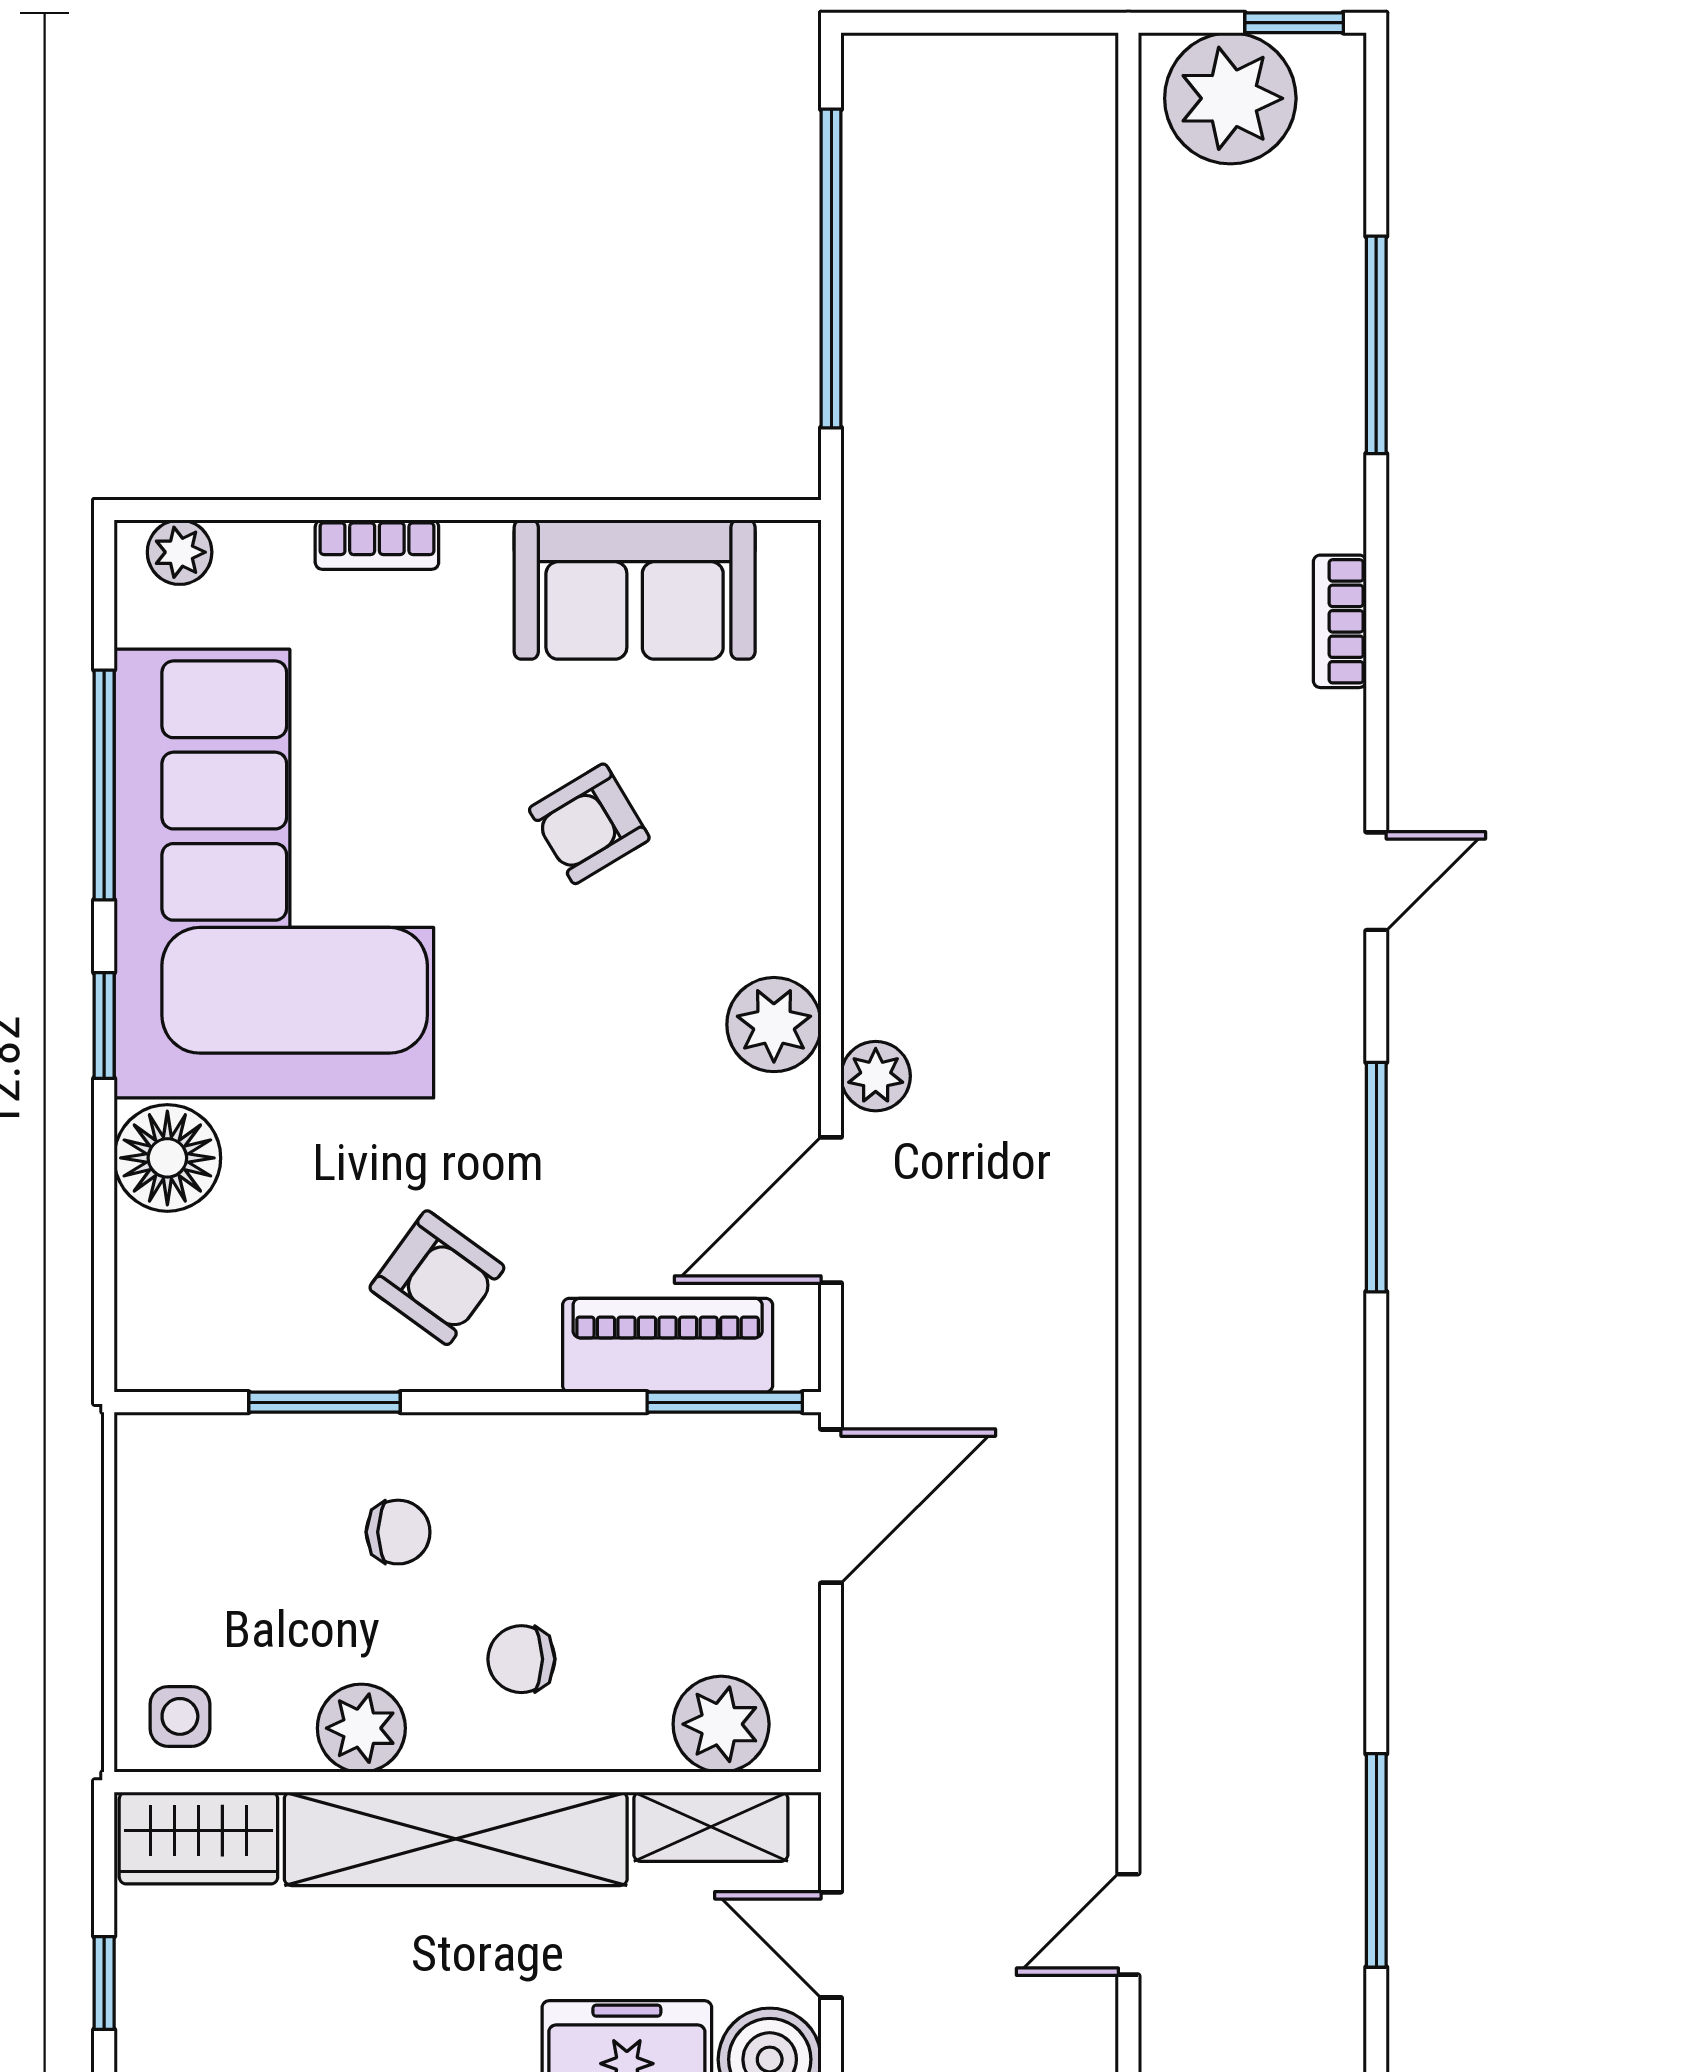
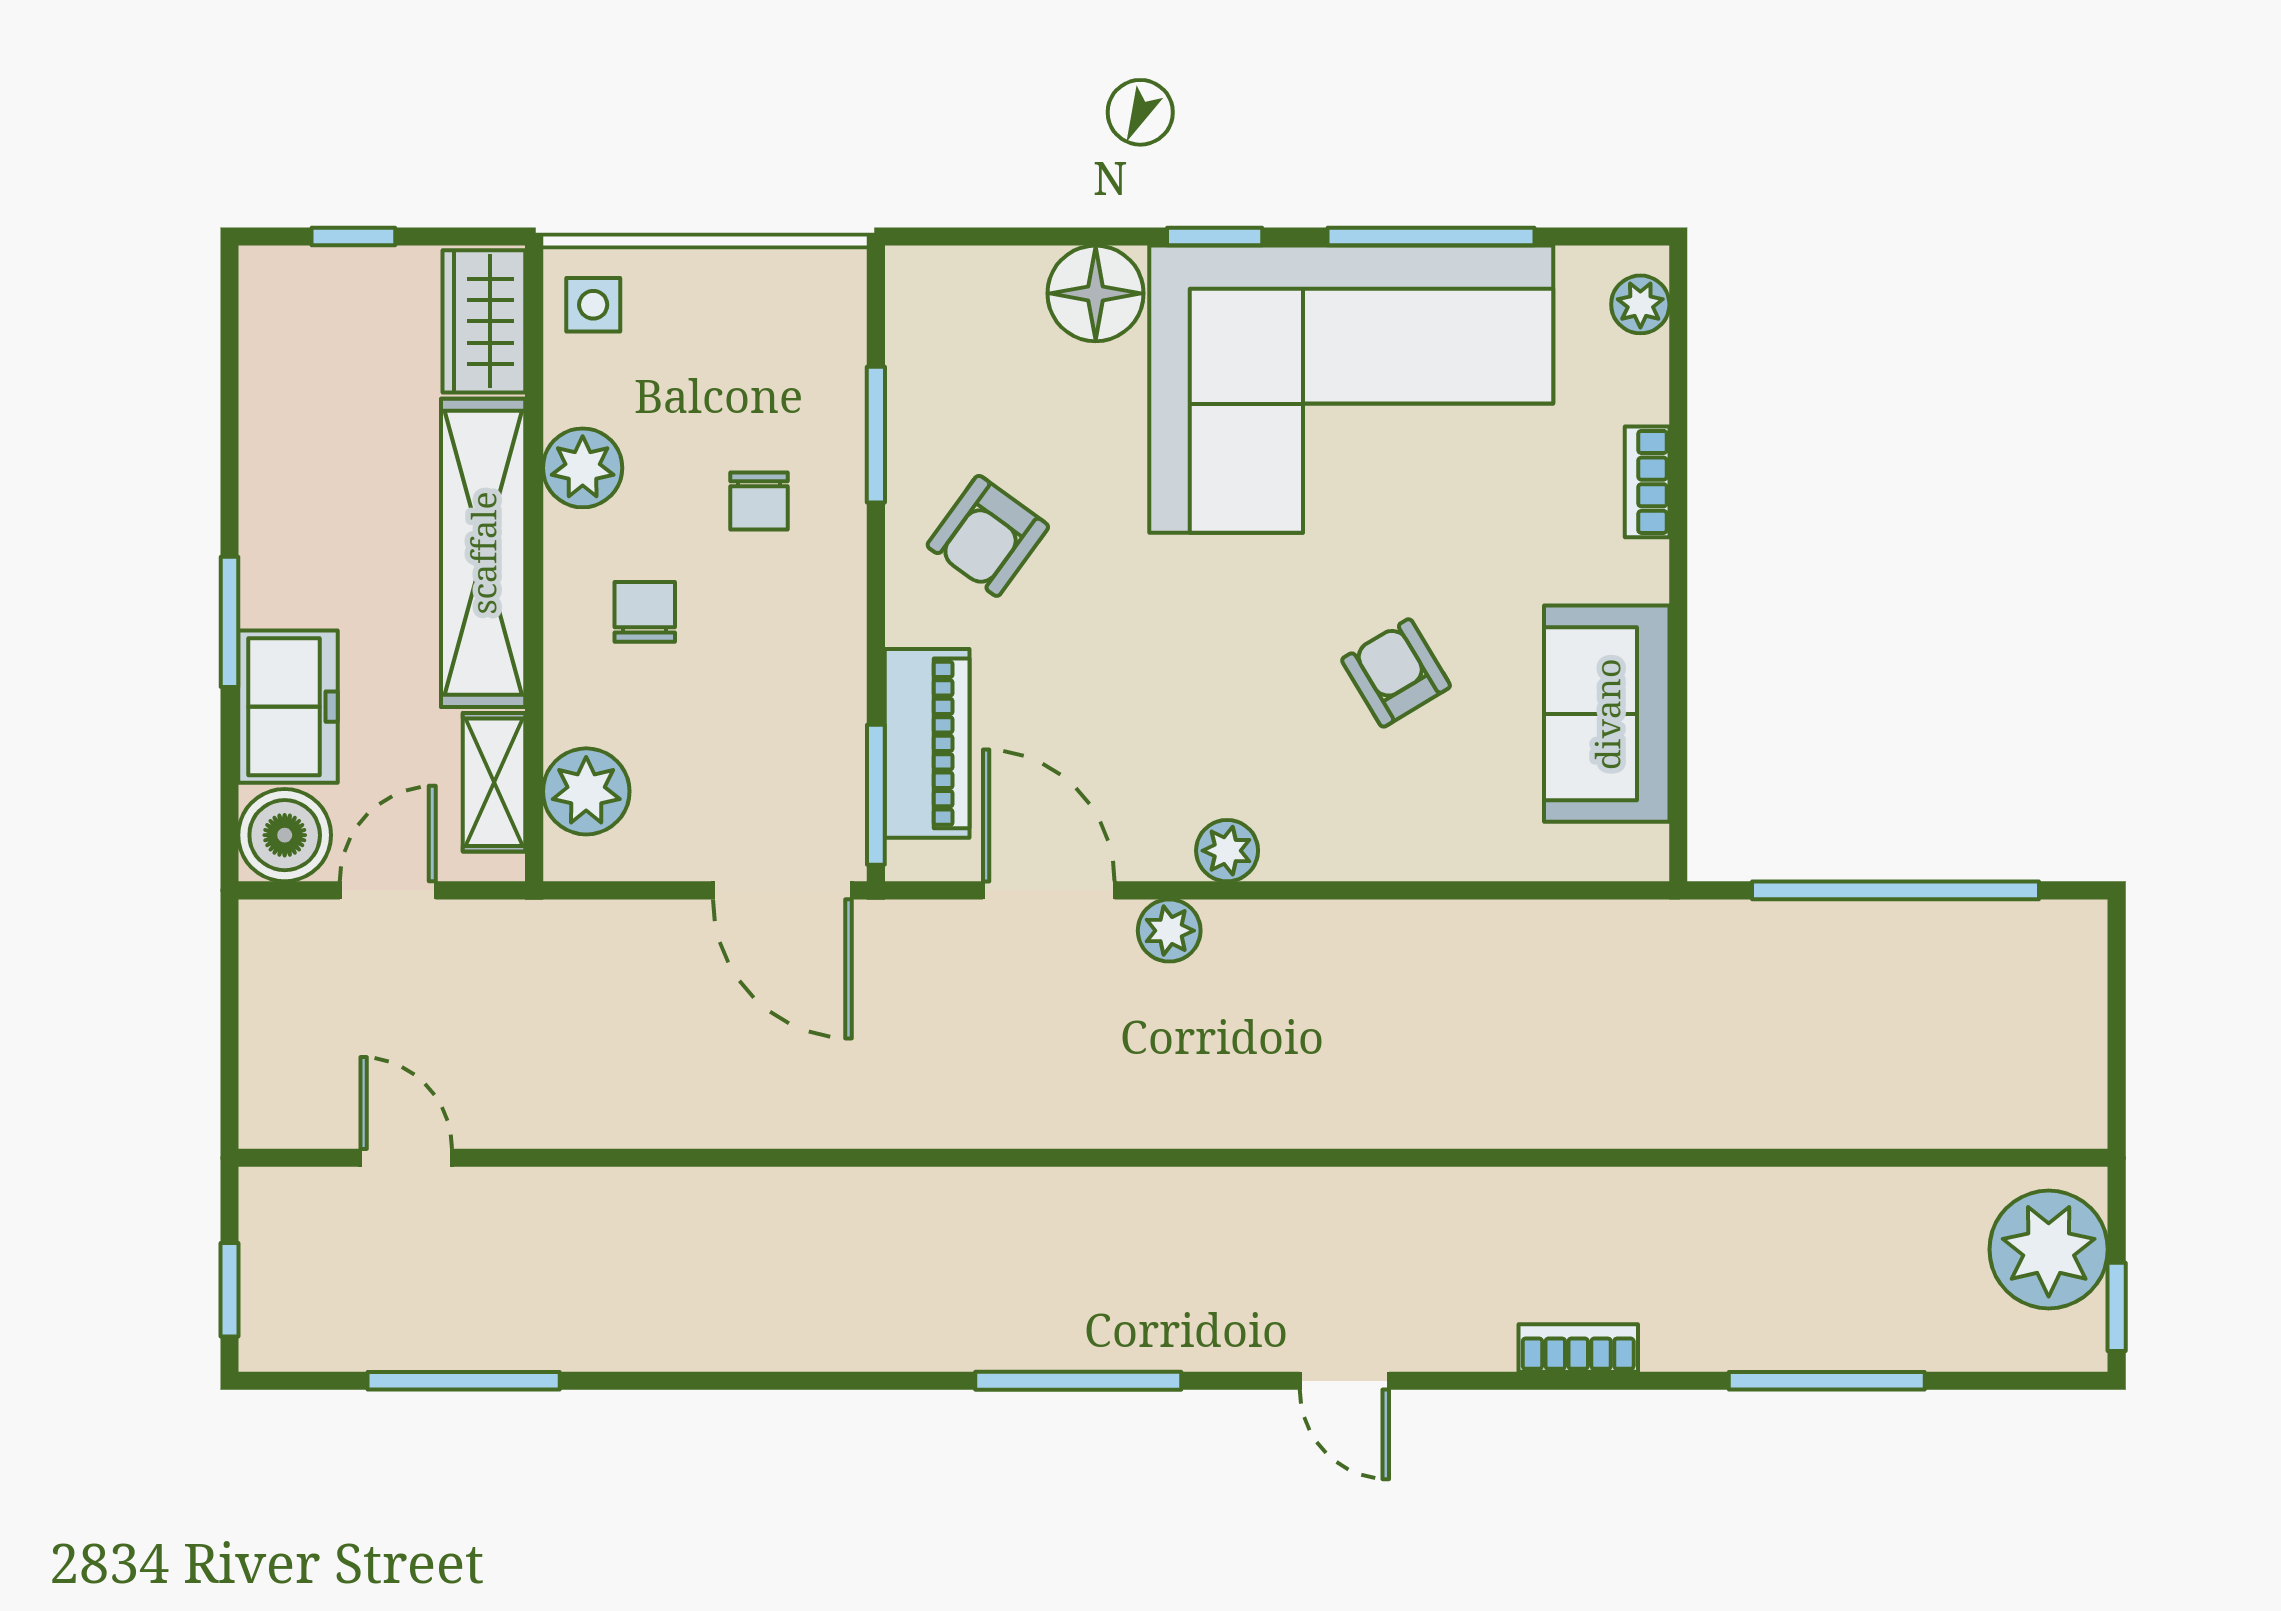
plant: (774, 1025) -> (1227, 851), width x0.73, depth x0.73

